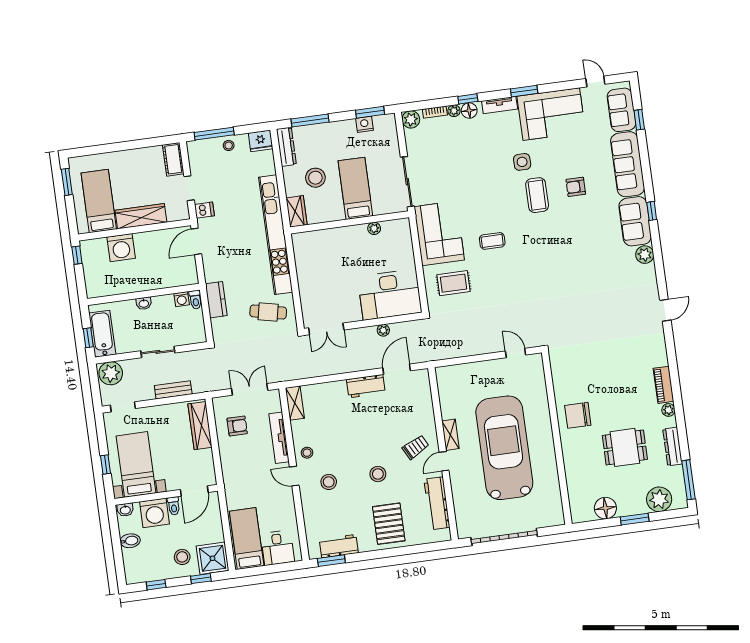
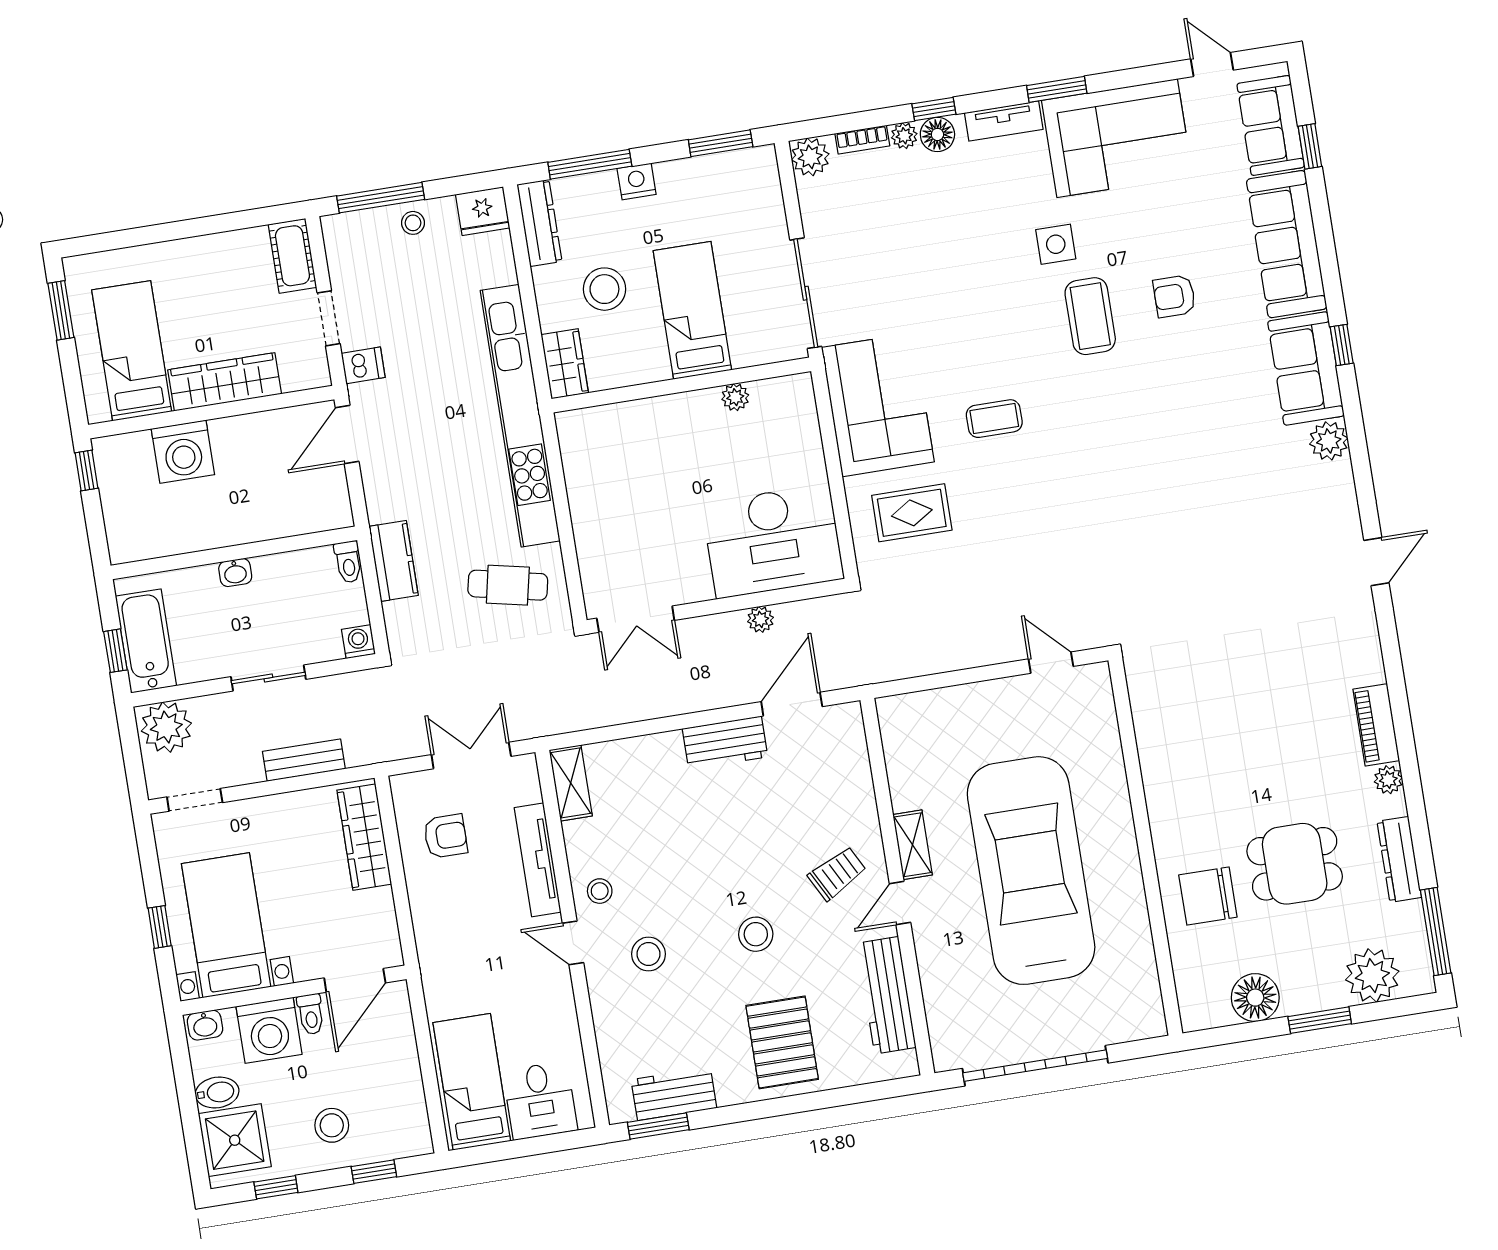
nightstand: (364, 124) -> (637, 181), moved
washing machine: (182, 299) -> (358, 642), moved, turned 180
chair: (578, 415) -> (1208, 896), moved
shower: (213, 558) -> (235, 1140), moved

